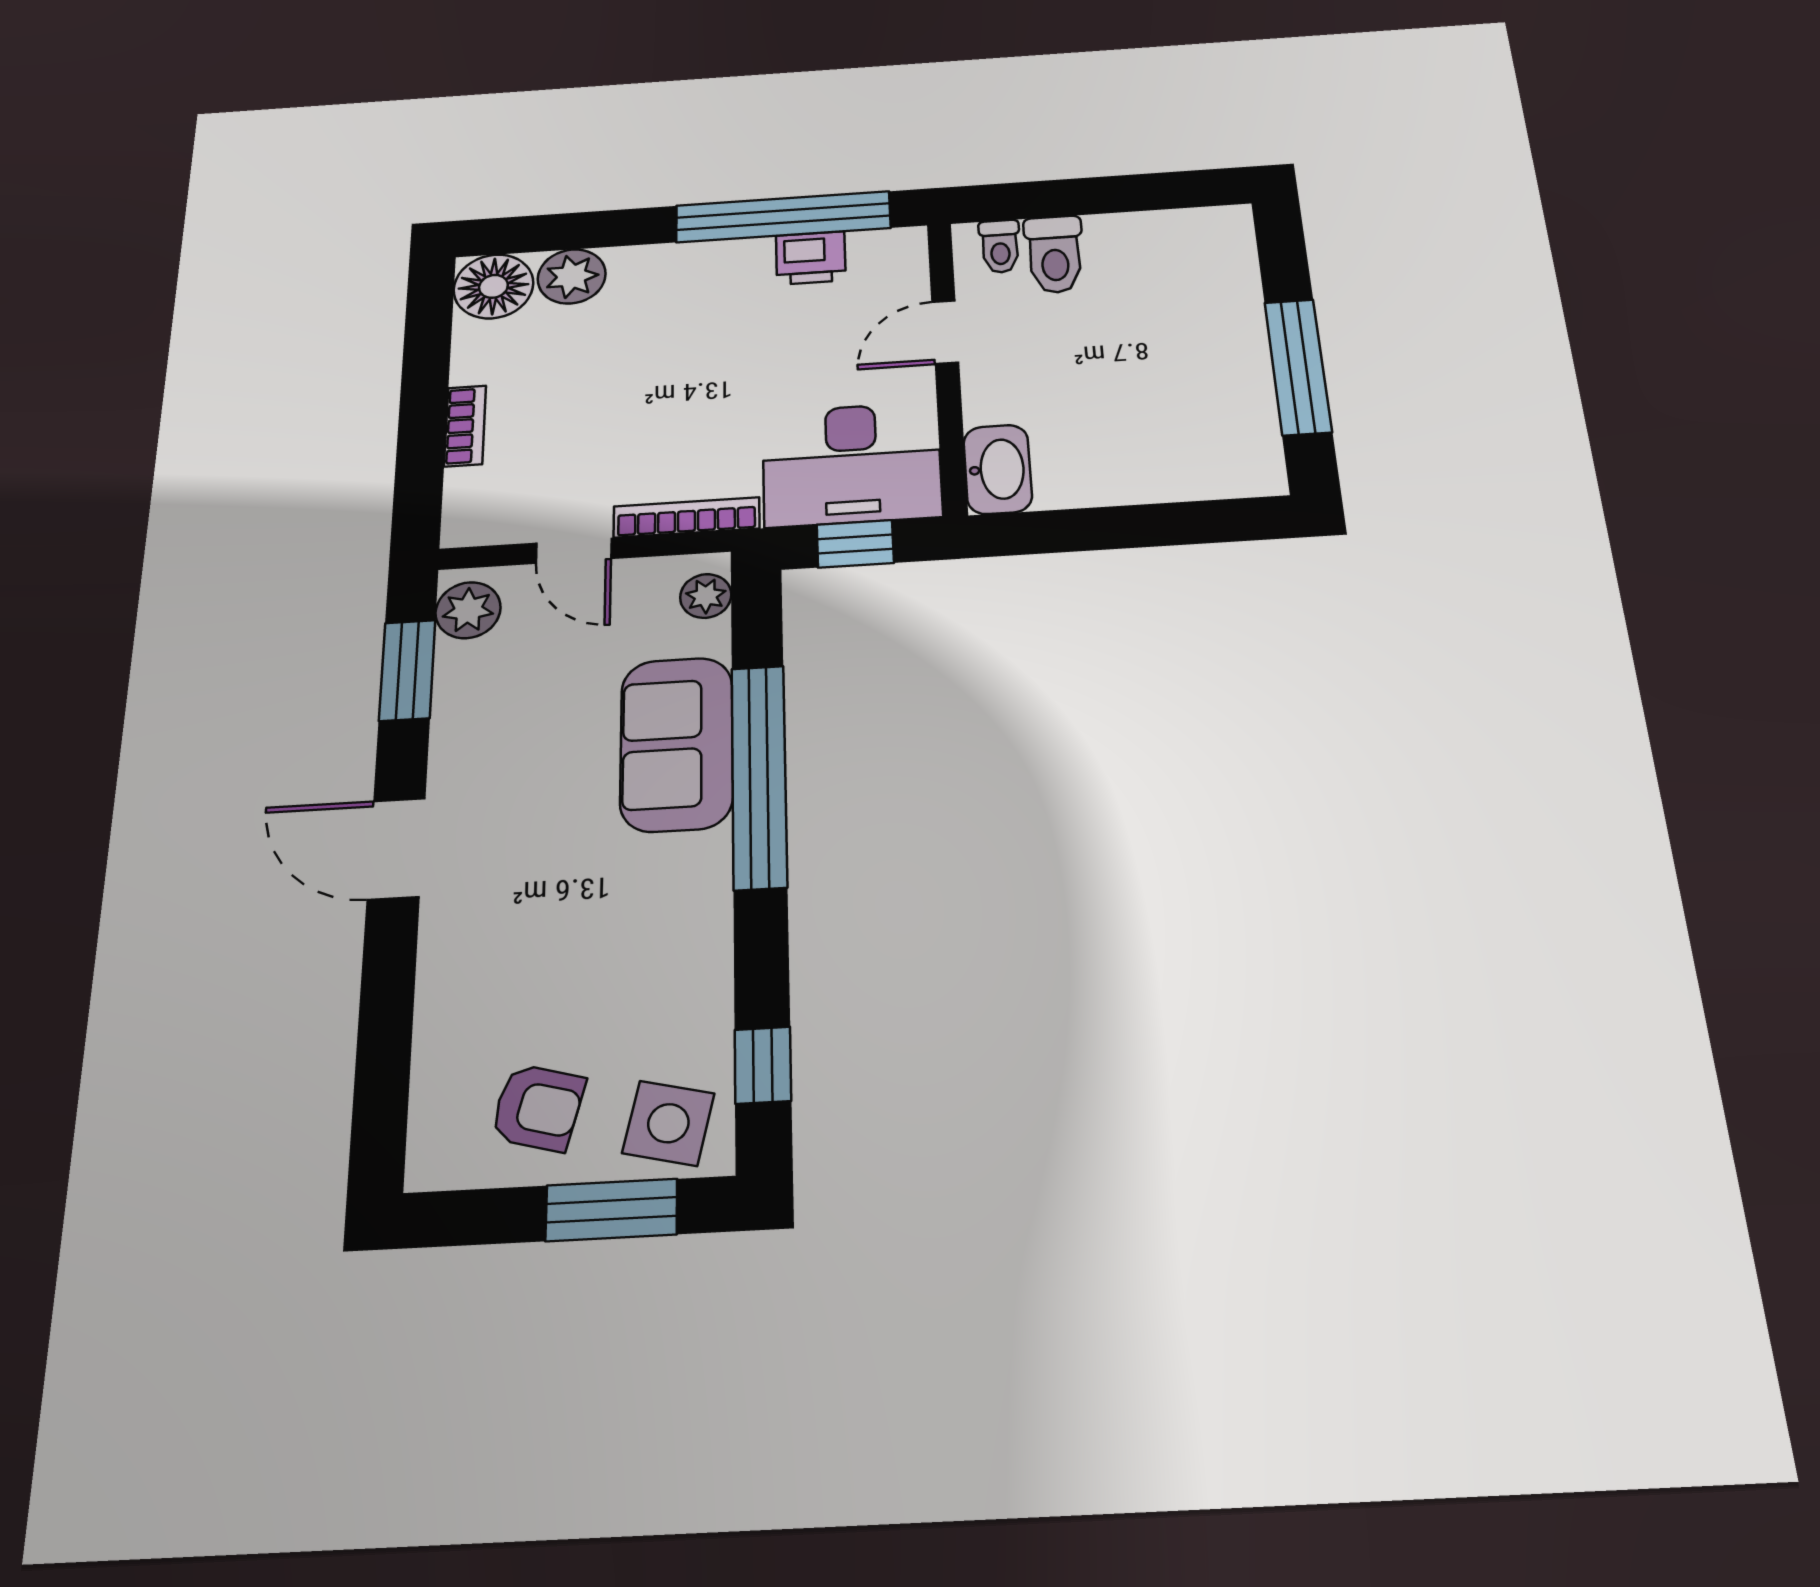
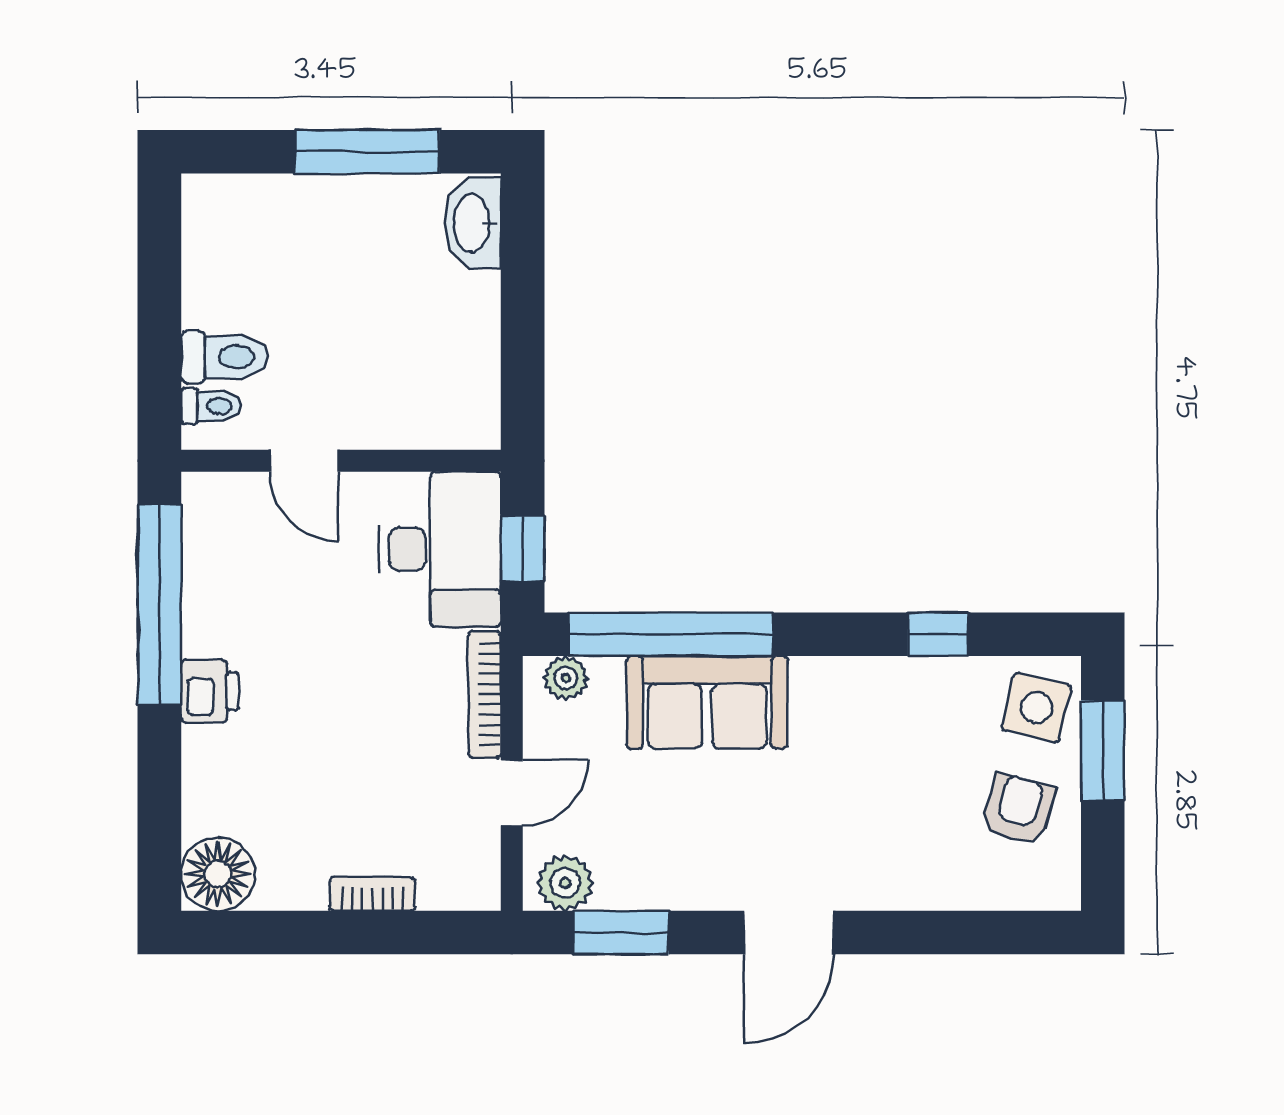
printer: (811, 258) -> (210, 691), moved
plant: (572, 276) -> (212, 801), removed
washbasin: (998, 469) -> (473, 223), moved, turned -90
window: (759, 776) -> (671, 634), moved
window: (763, 1065) -> (938, 634), moved

